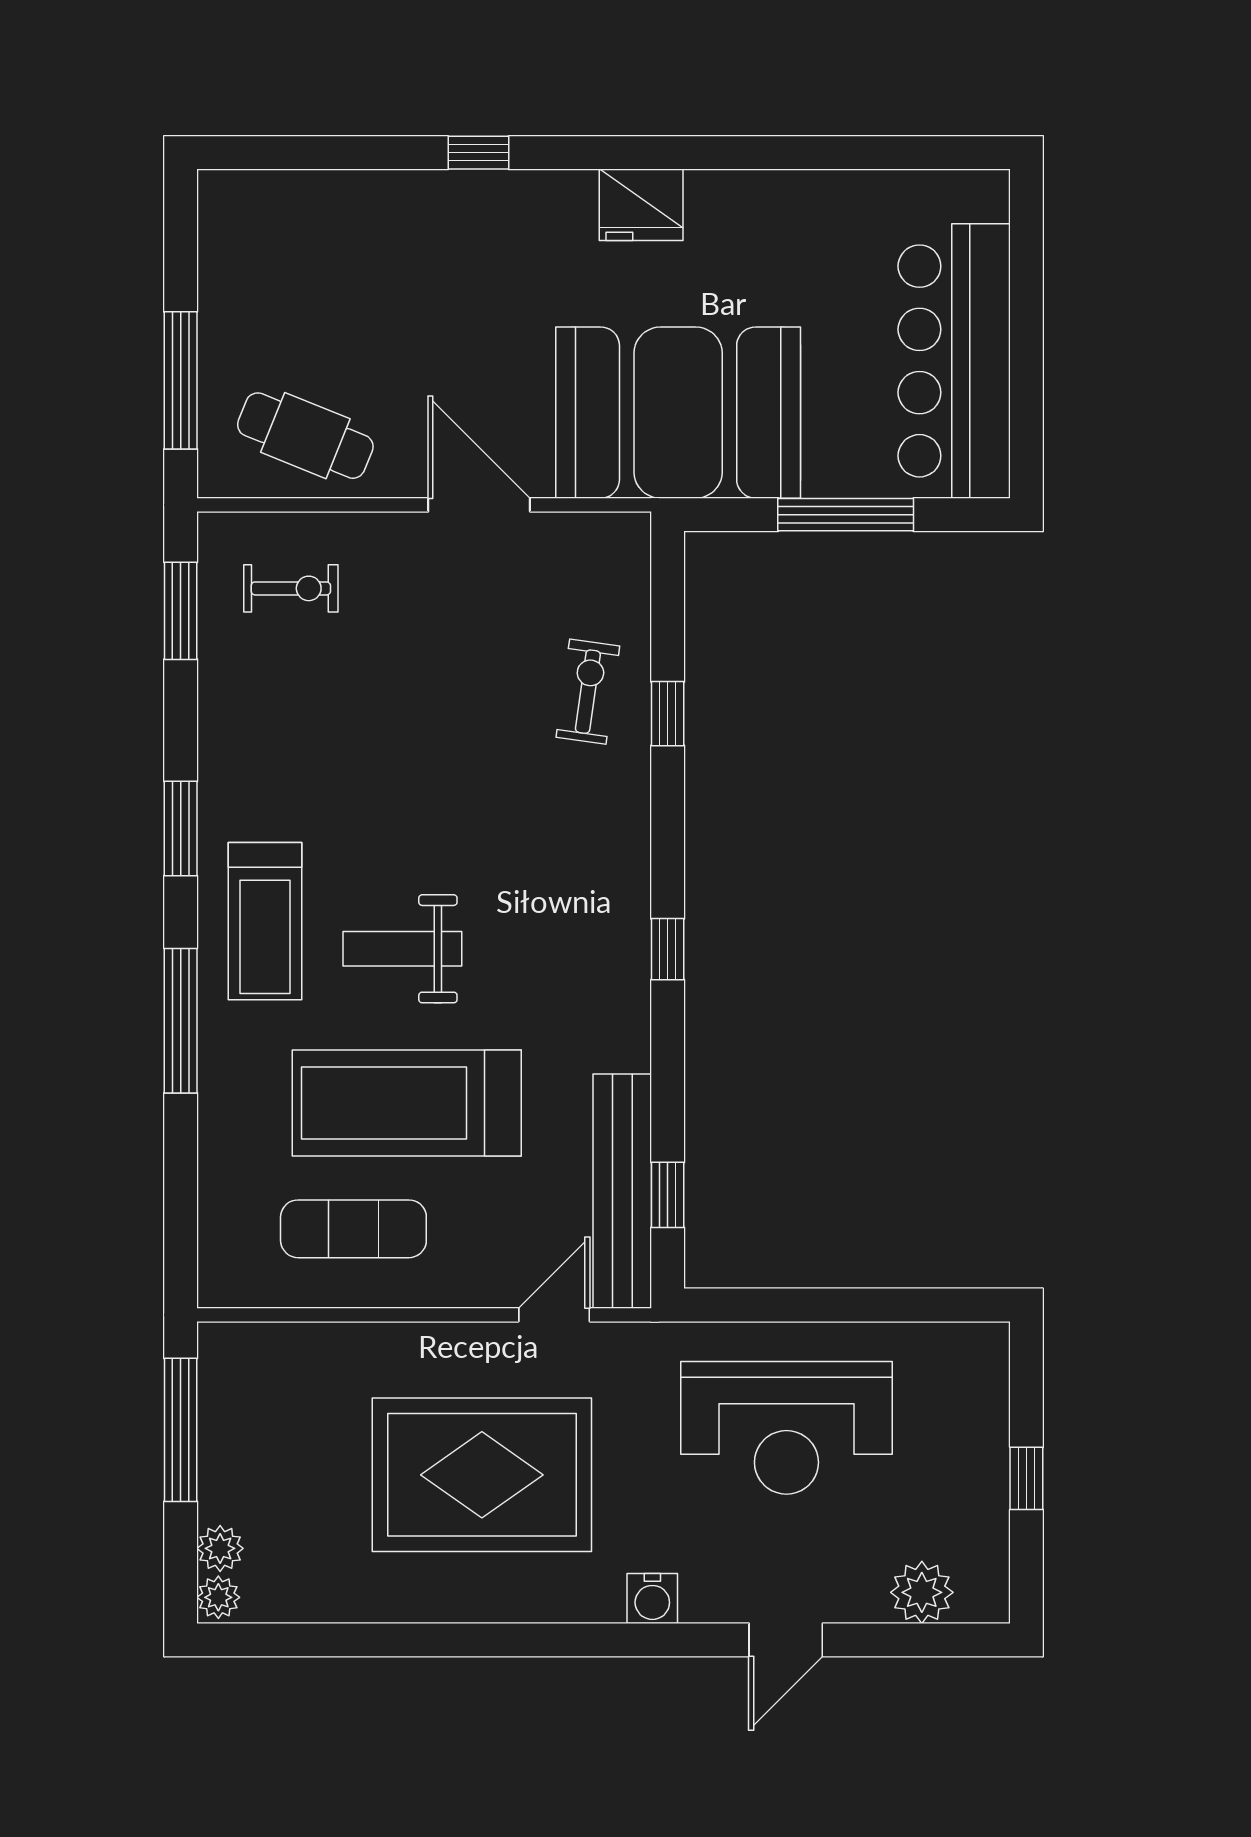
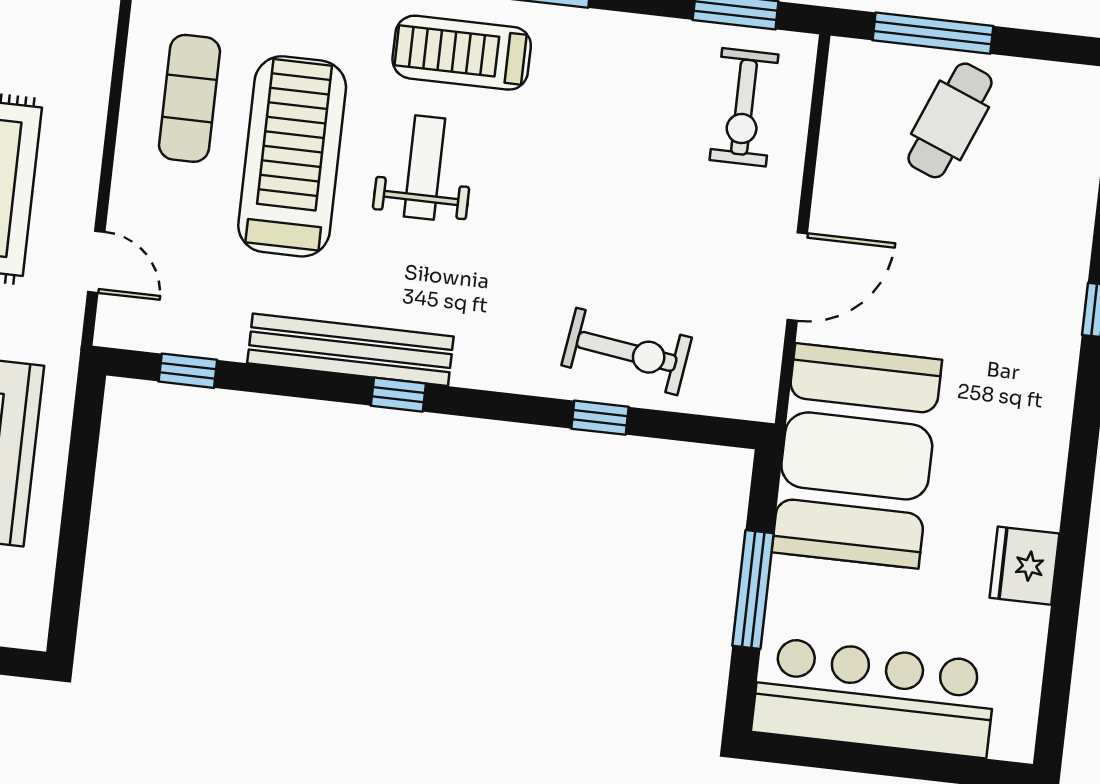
fridge: (641, 205) -> (1025, 566), moved
cafe table: (305, 436) -> (950, 120), moved
exercise bike: (291, 588) -> (744, 107), width x1.38, depth x1.39
exercise bike: (588, 692) -> (627, 351), width x1.38, depth x1.39
bench: (622, 1191) -> (350, 350), moved

